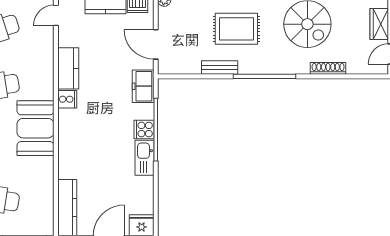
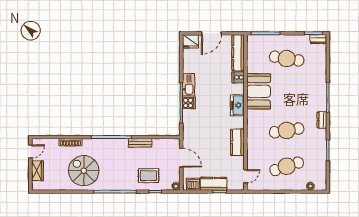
rug: (236, 29) -> (149, 176), moved, width x0.73, depth x0.70
freezer: (143, 86) -> (237, 105), moved, turned 180
cooker: (67, 99) -> (238, 77), moved
booth: (36, 128) -> (259, 91), moved

